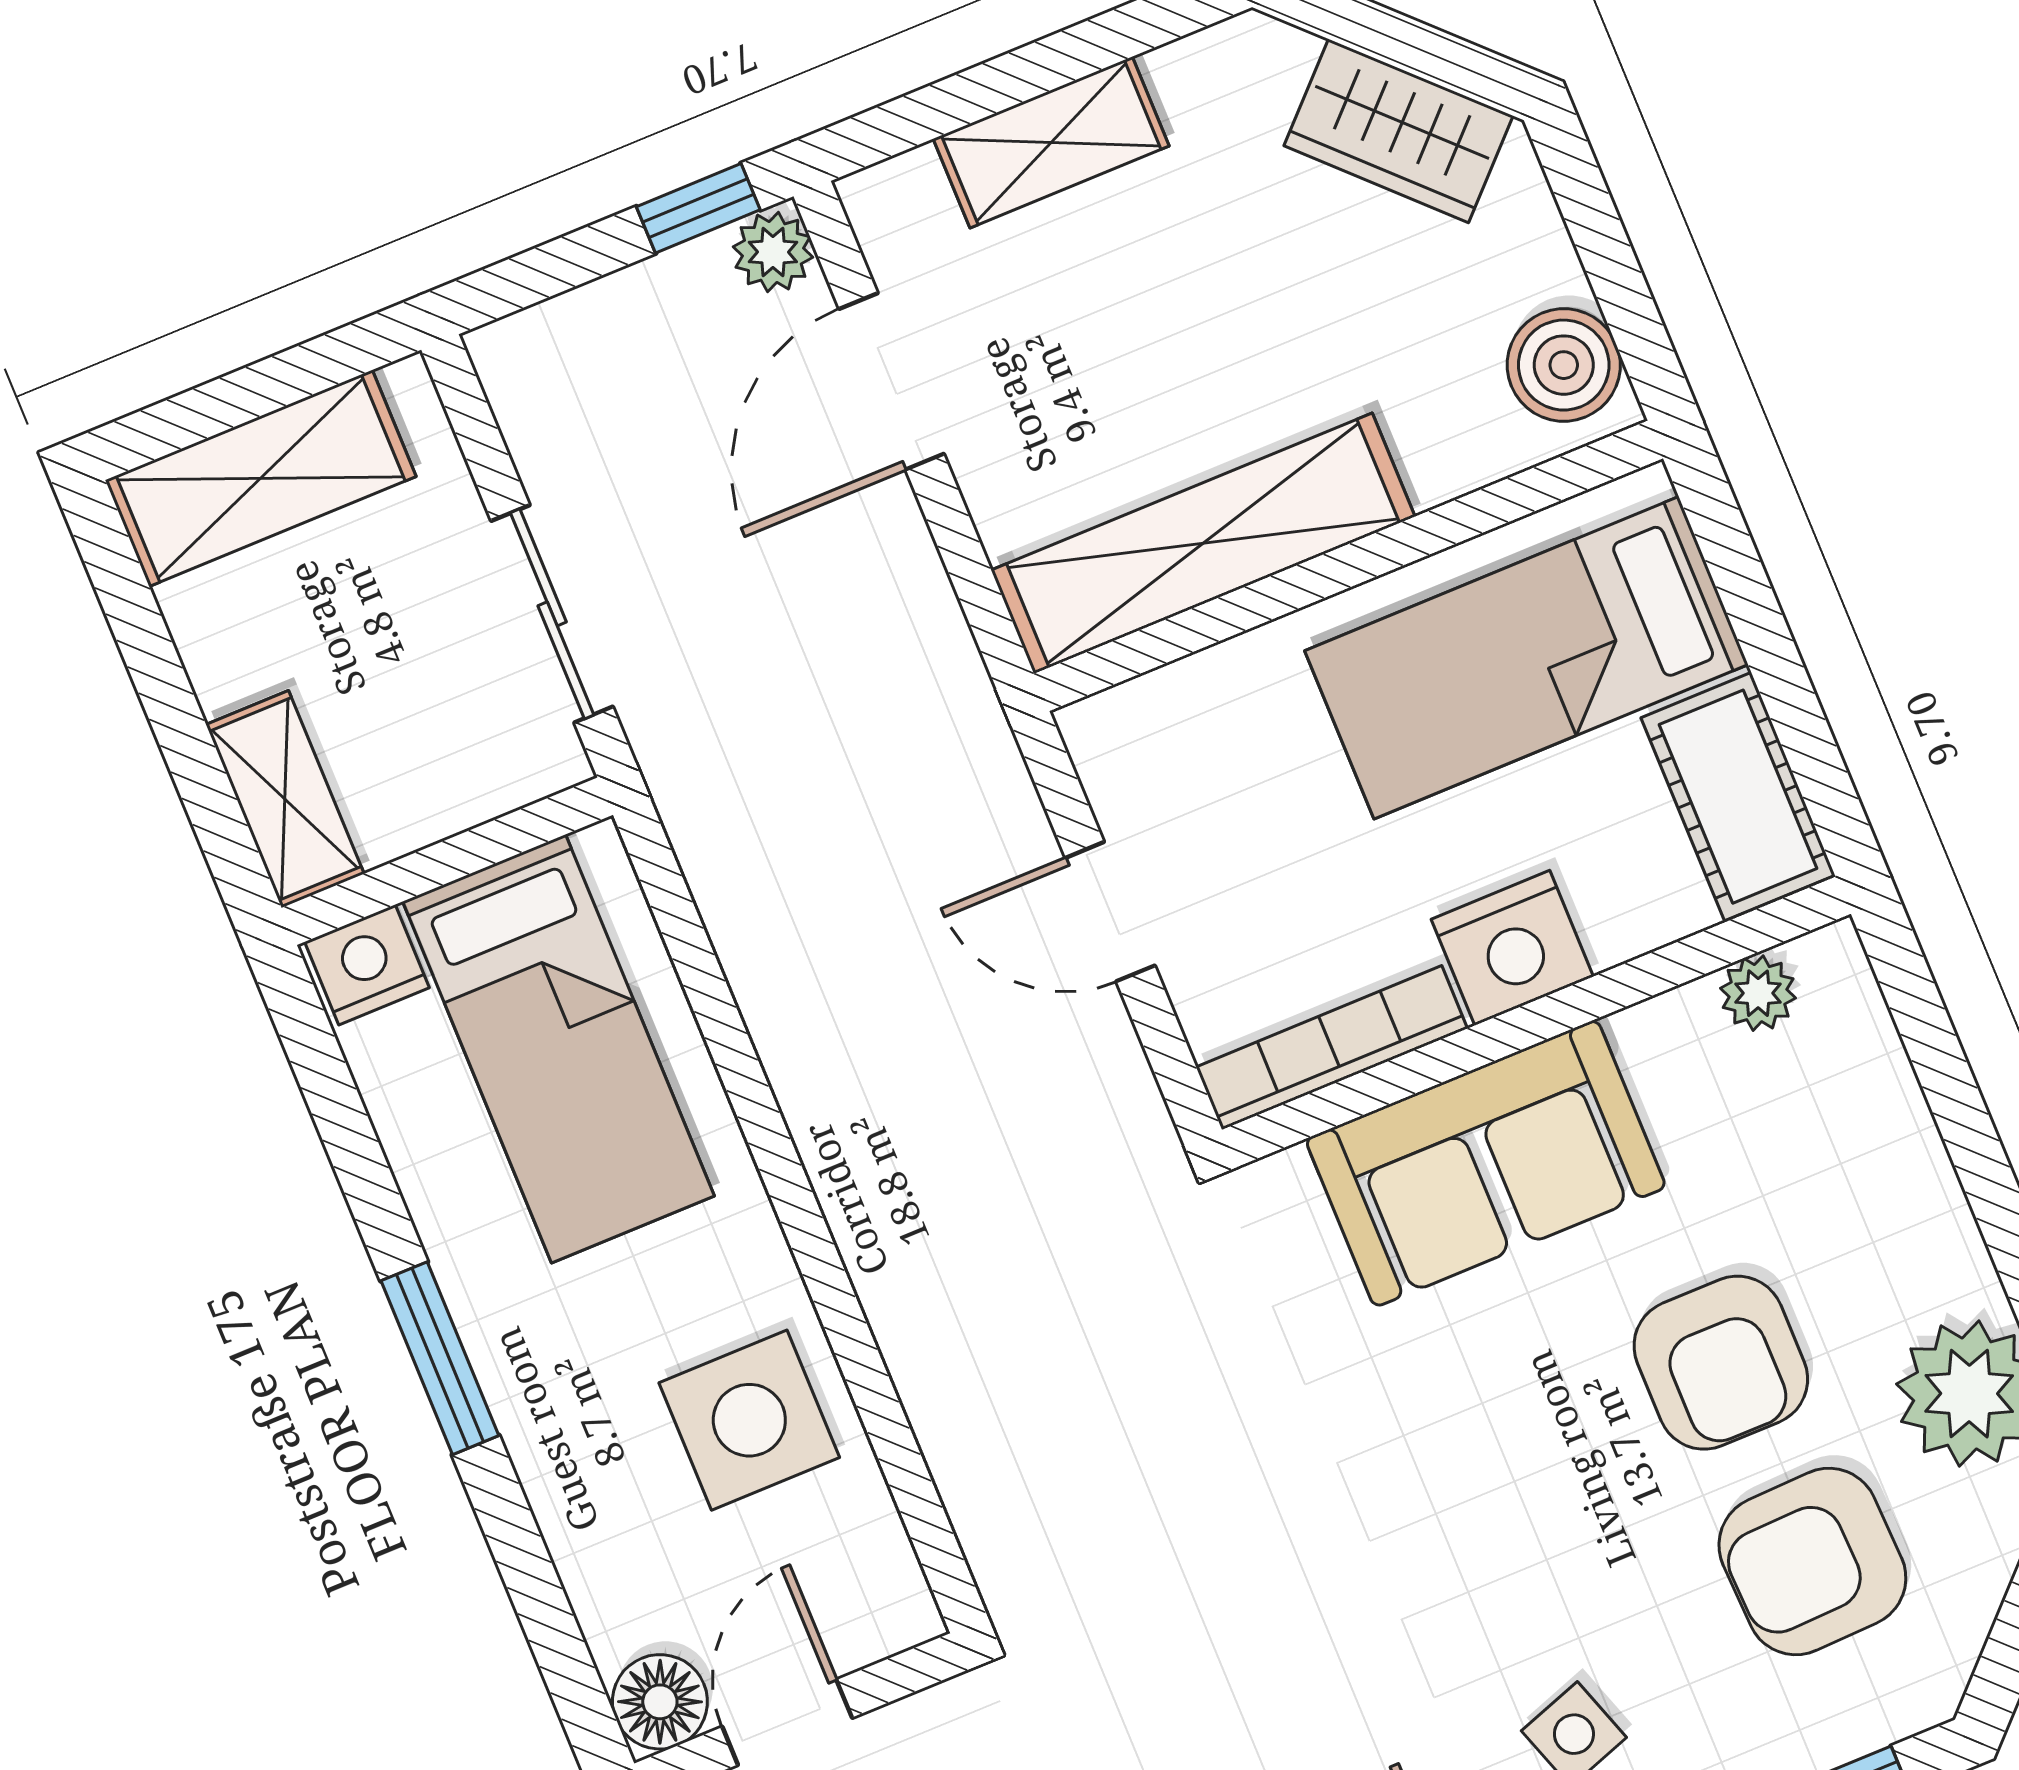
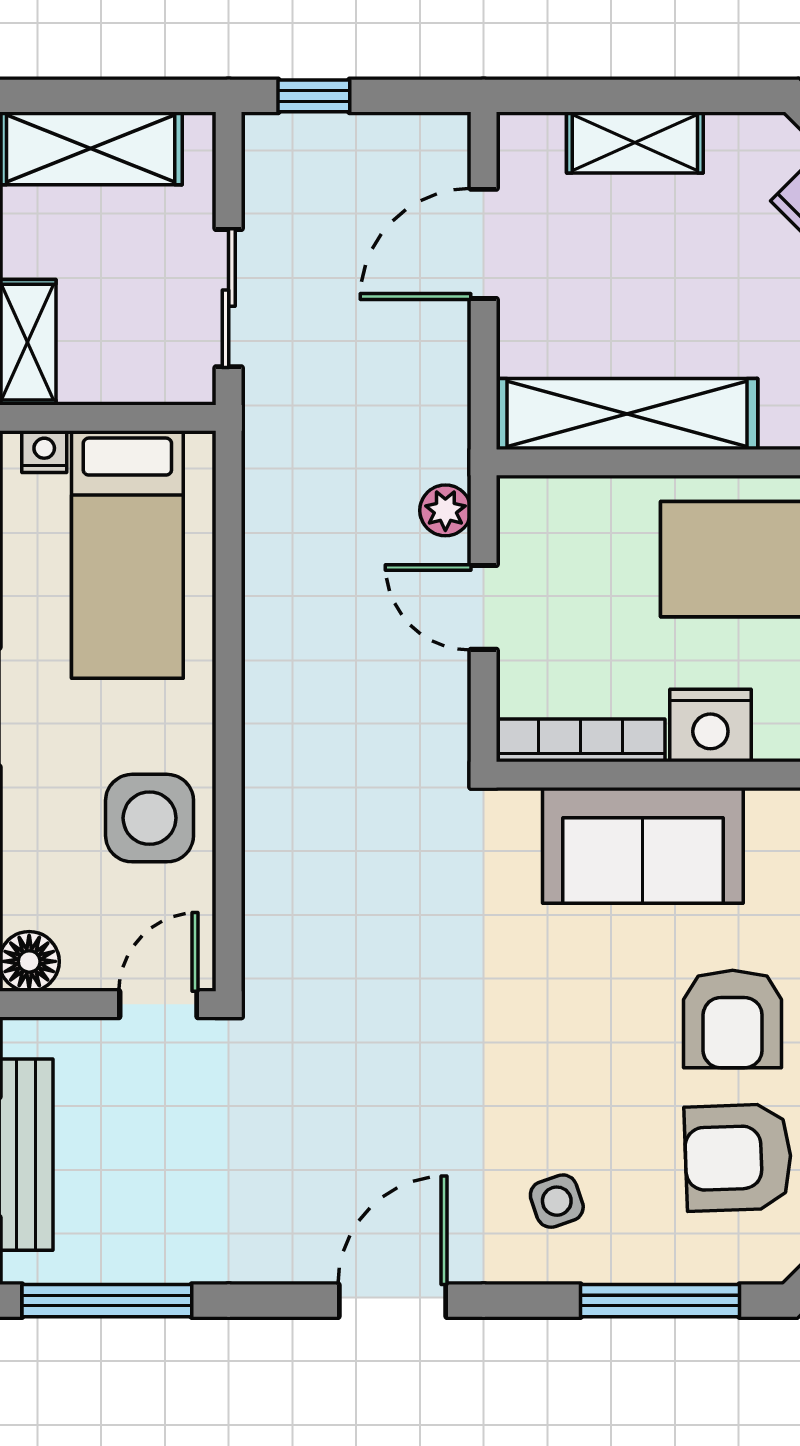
window: (698, 208) -> (314, 96), moved
plant: (773, 252) -> (445, 510), moved
nightstand: (367, 965) -> (44, 452), width x0.72, depth x0.74
door: (787, 1722) -> (158, 1004), moved

